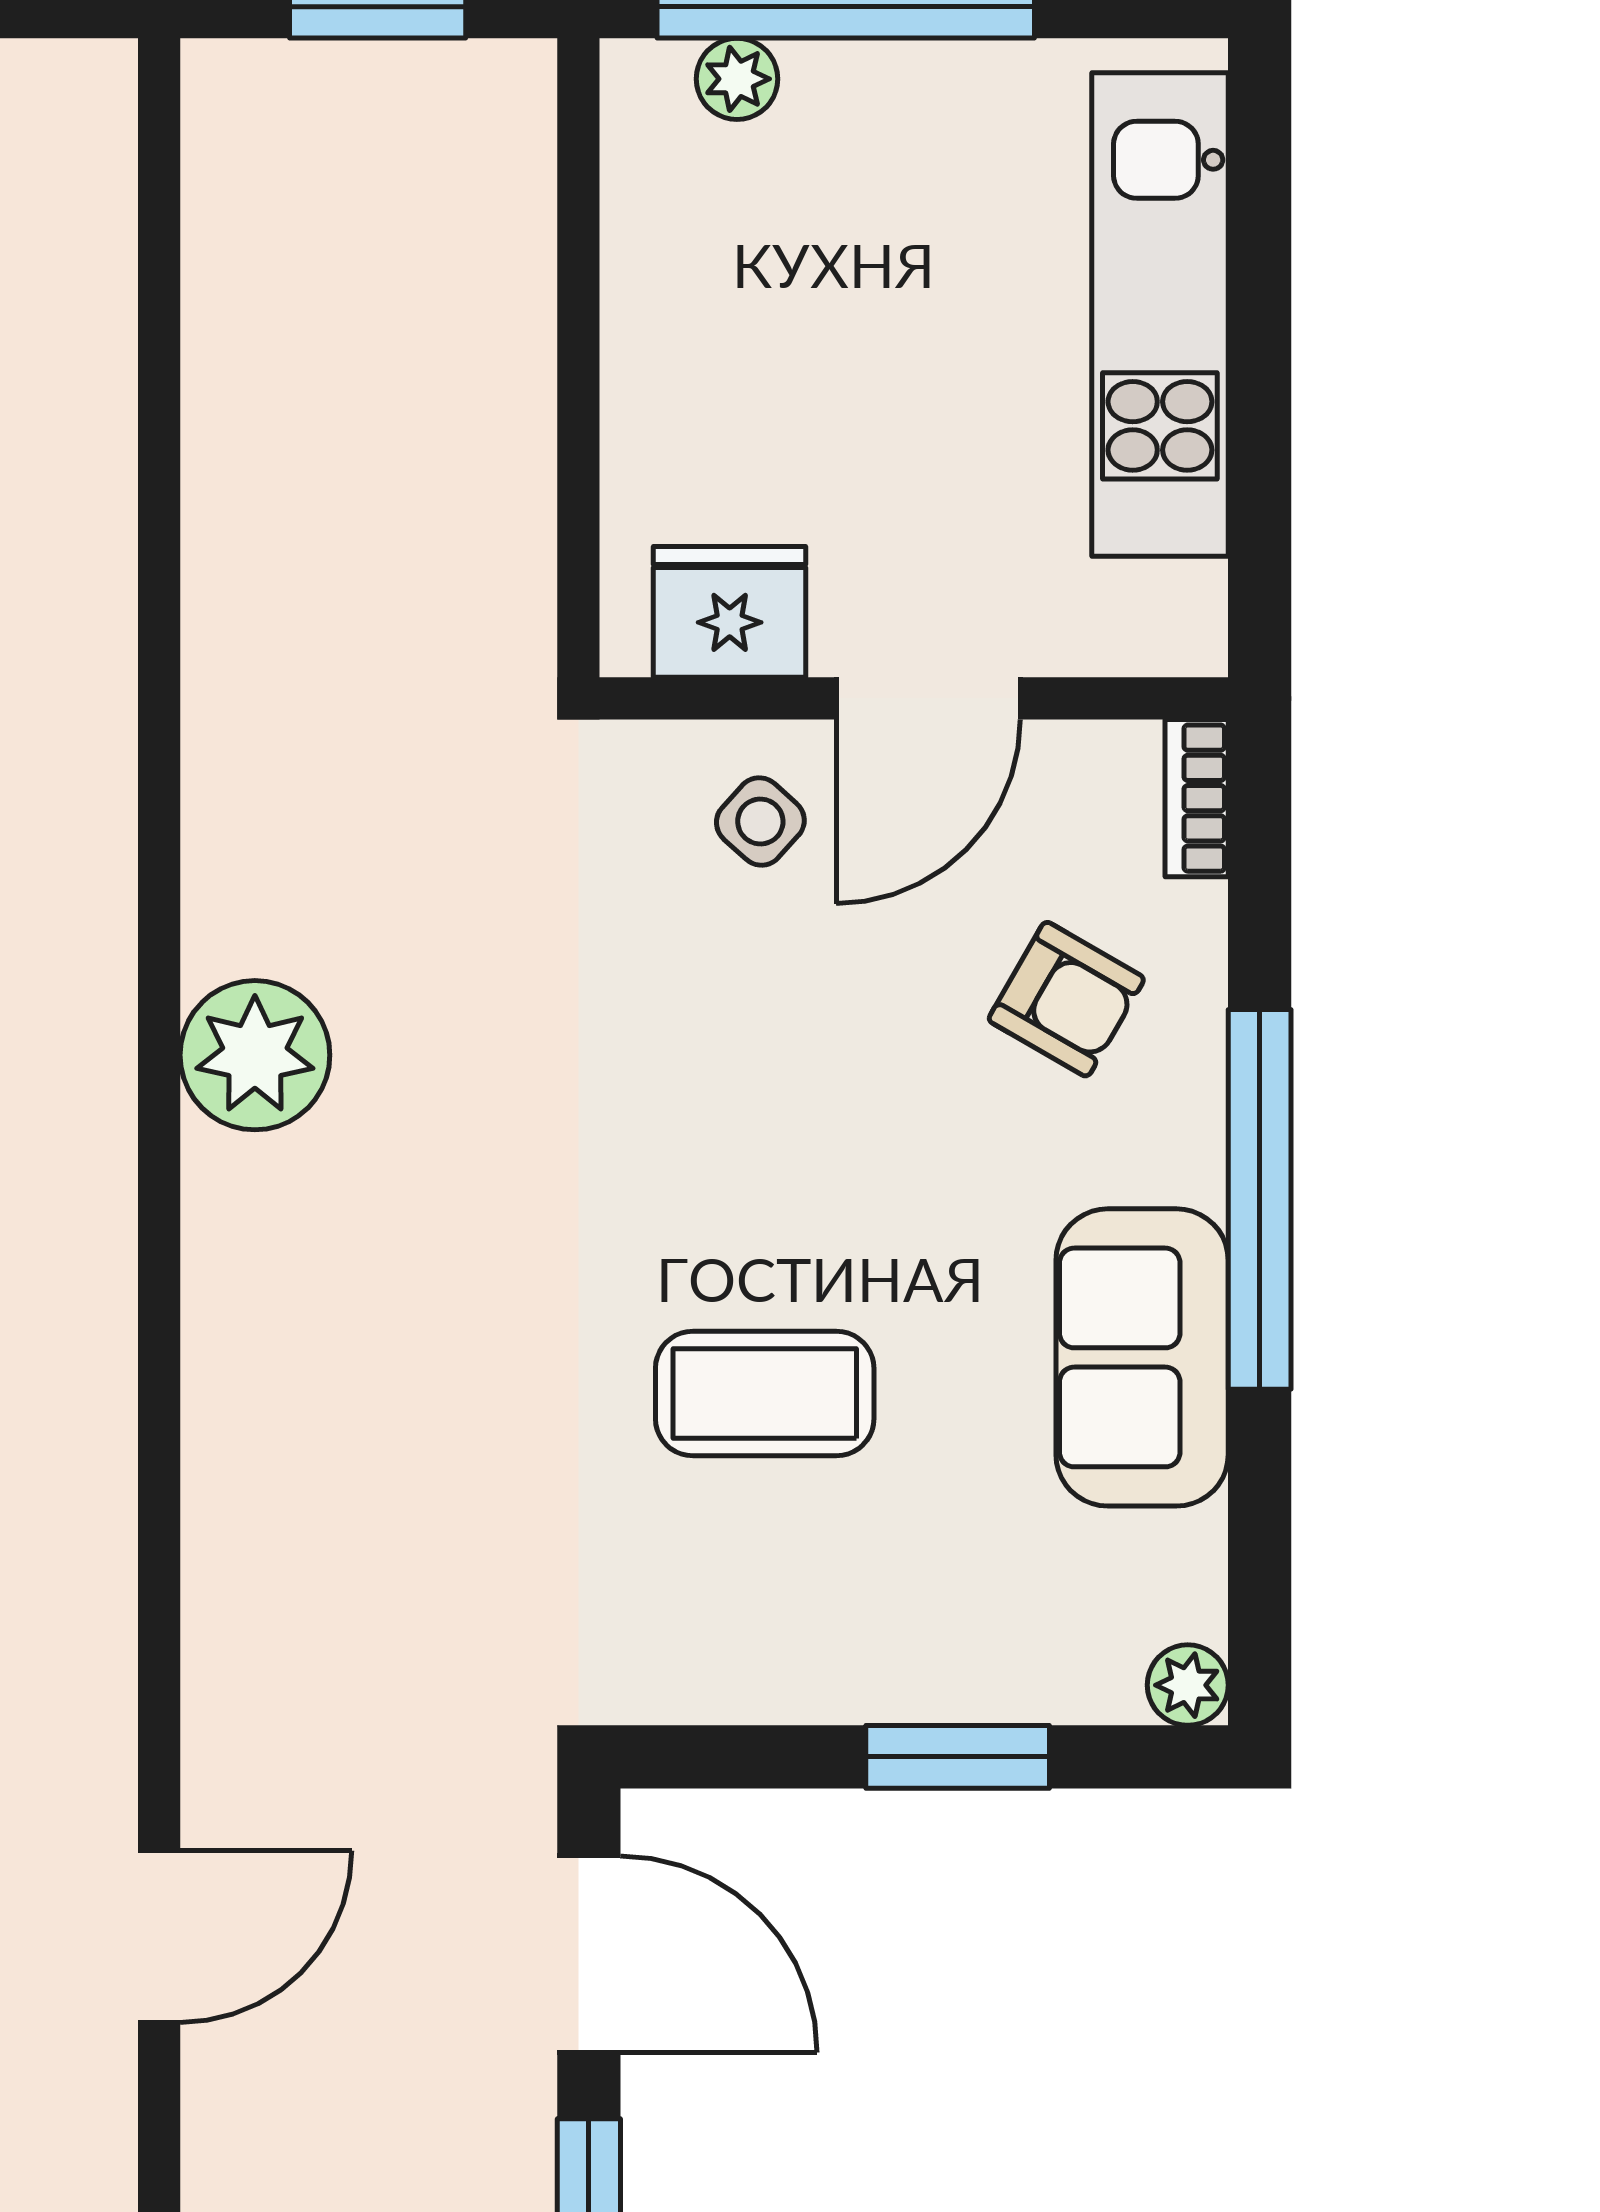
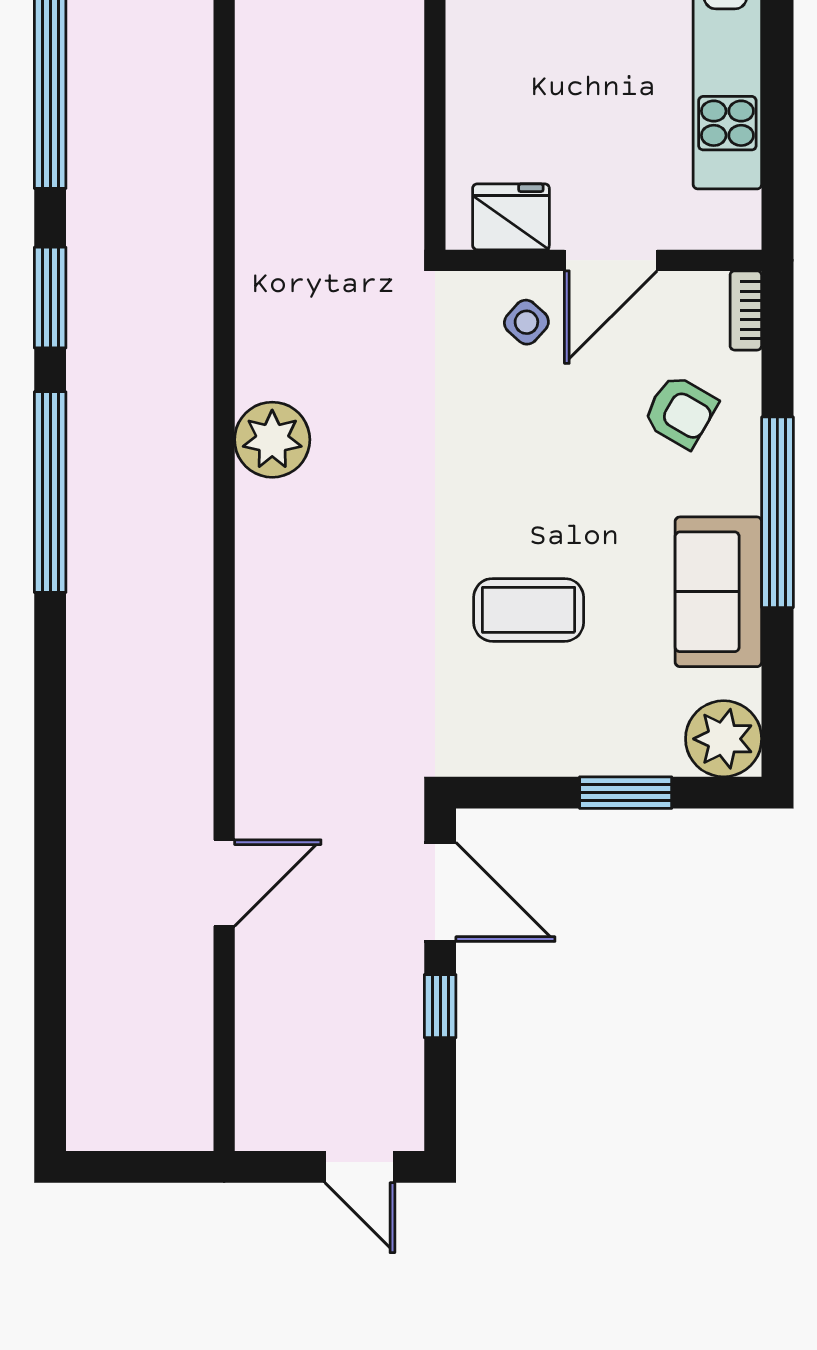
plant: (1188, 1685) -> (724, 739), width x1.88, depth x1.88

